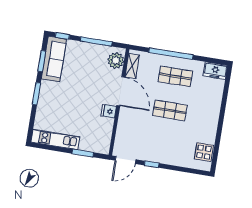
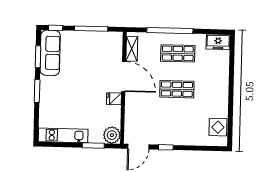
plant: (116, 60) -> (112, 135), moved

